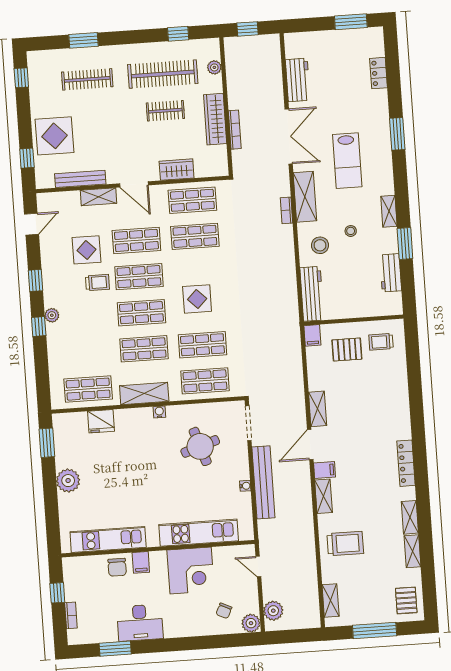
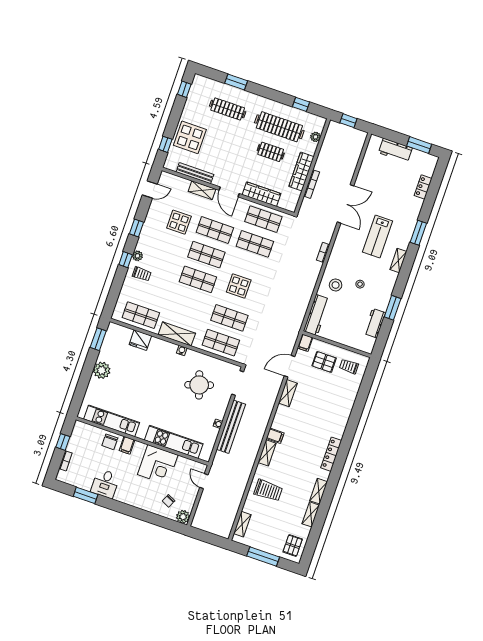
workbench: (298, 80) -> (395, 150), moved, turned 90
wardrobe: (177, 170) -> (262, 194), width x1.50
shelving: (305, 197) -> (339, 248), removed
shelving: (389, 211) -> (398, 260), moved
trolley: (97, 283) -> (142, 274), moved
shop shelf: (144, 349) -> (189, 304), removed
door: (310, 445) -> (290, 366), moved
plant: (273, 611) -> (201, 515), removed
desk: (140, 623) -> (105, 484), width x0.73

